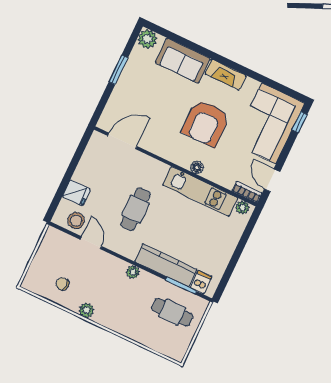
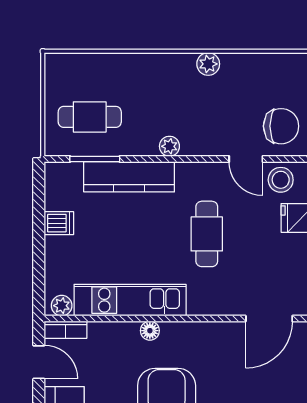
dishwasher: (201, 282) -> (59, 223), moved, turned -90
chair: (62, 284) -> (281, 126), moved, width x1.87, depth x1.87

